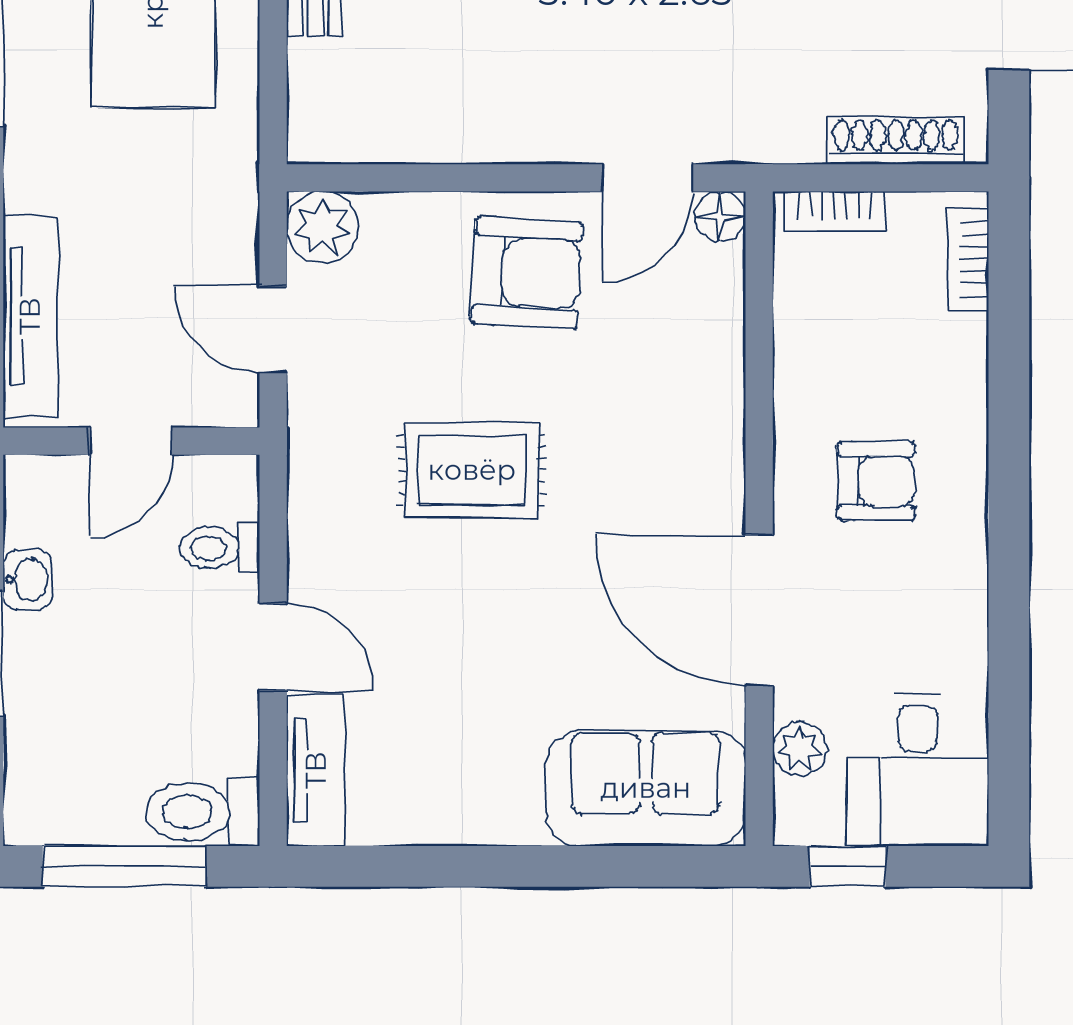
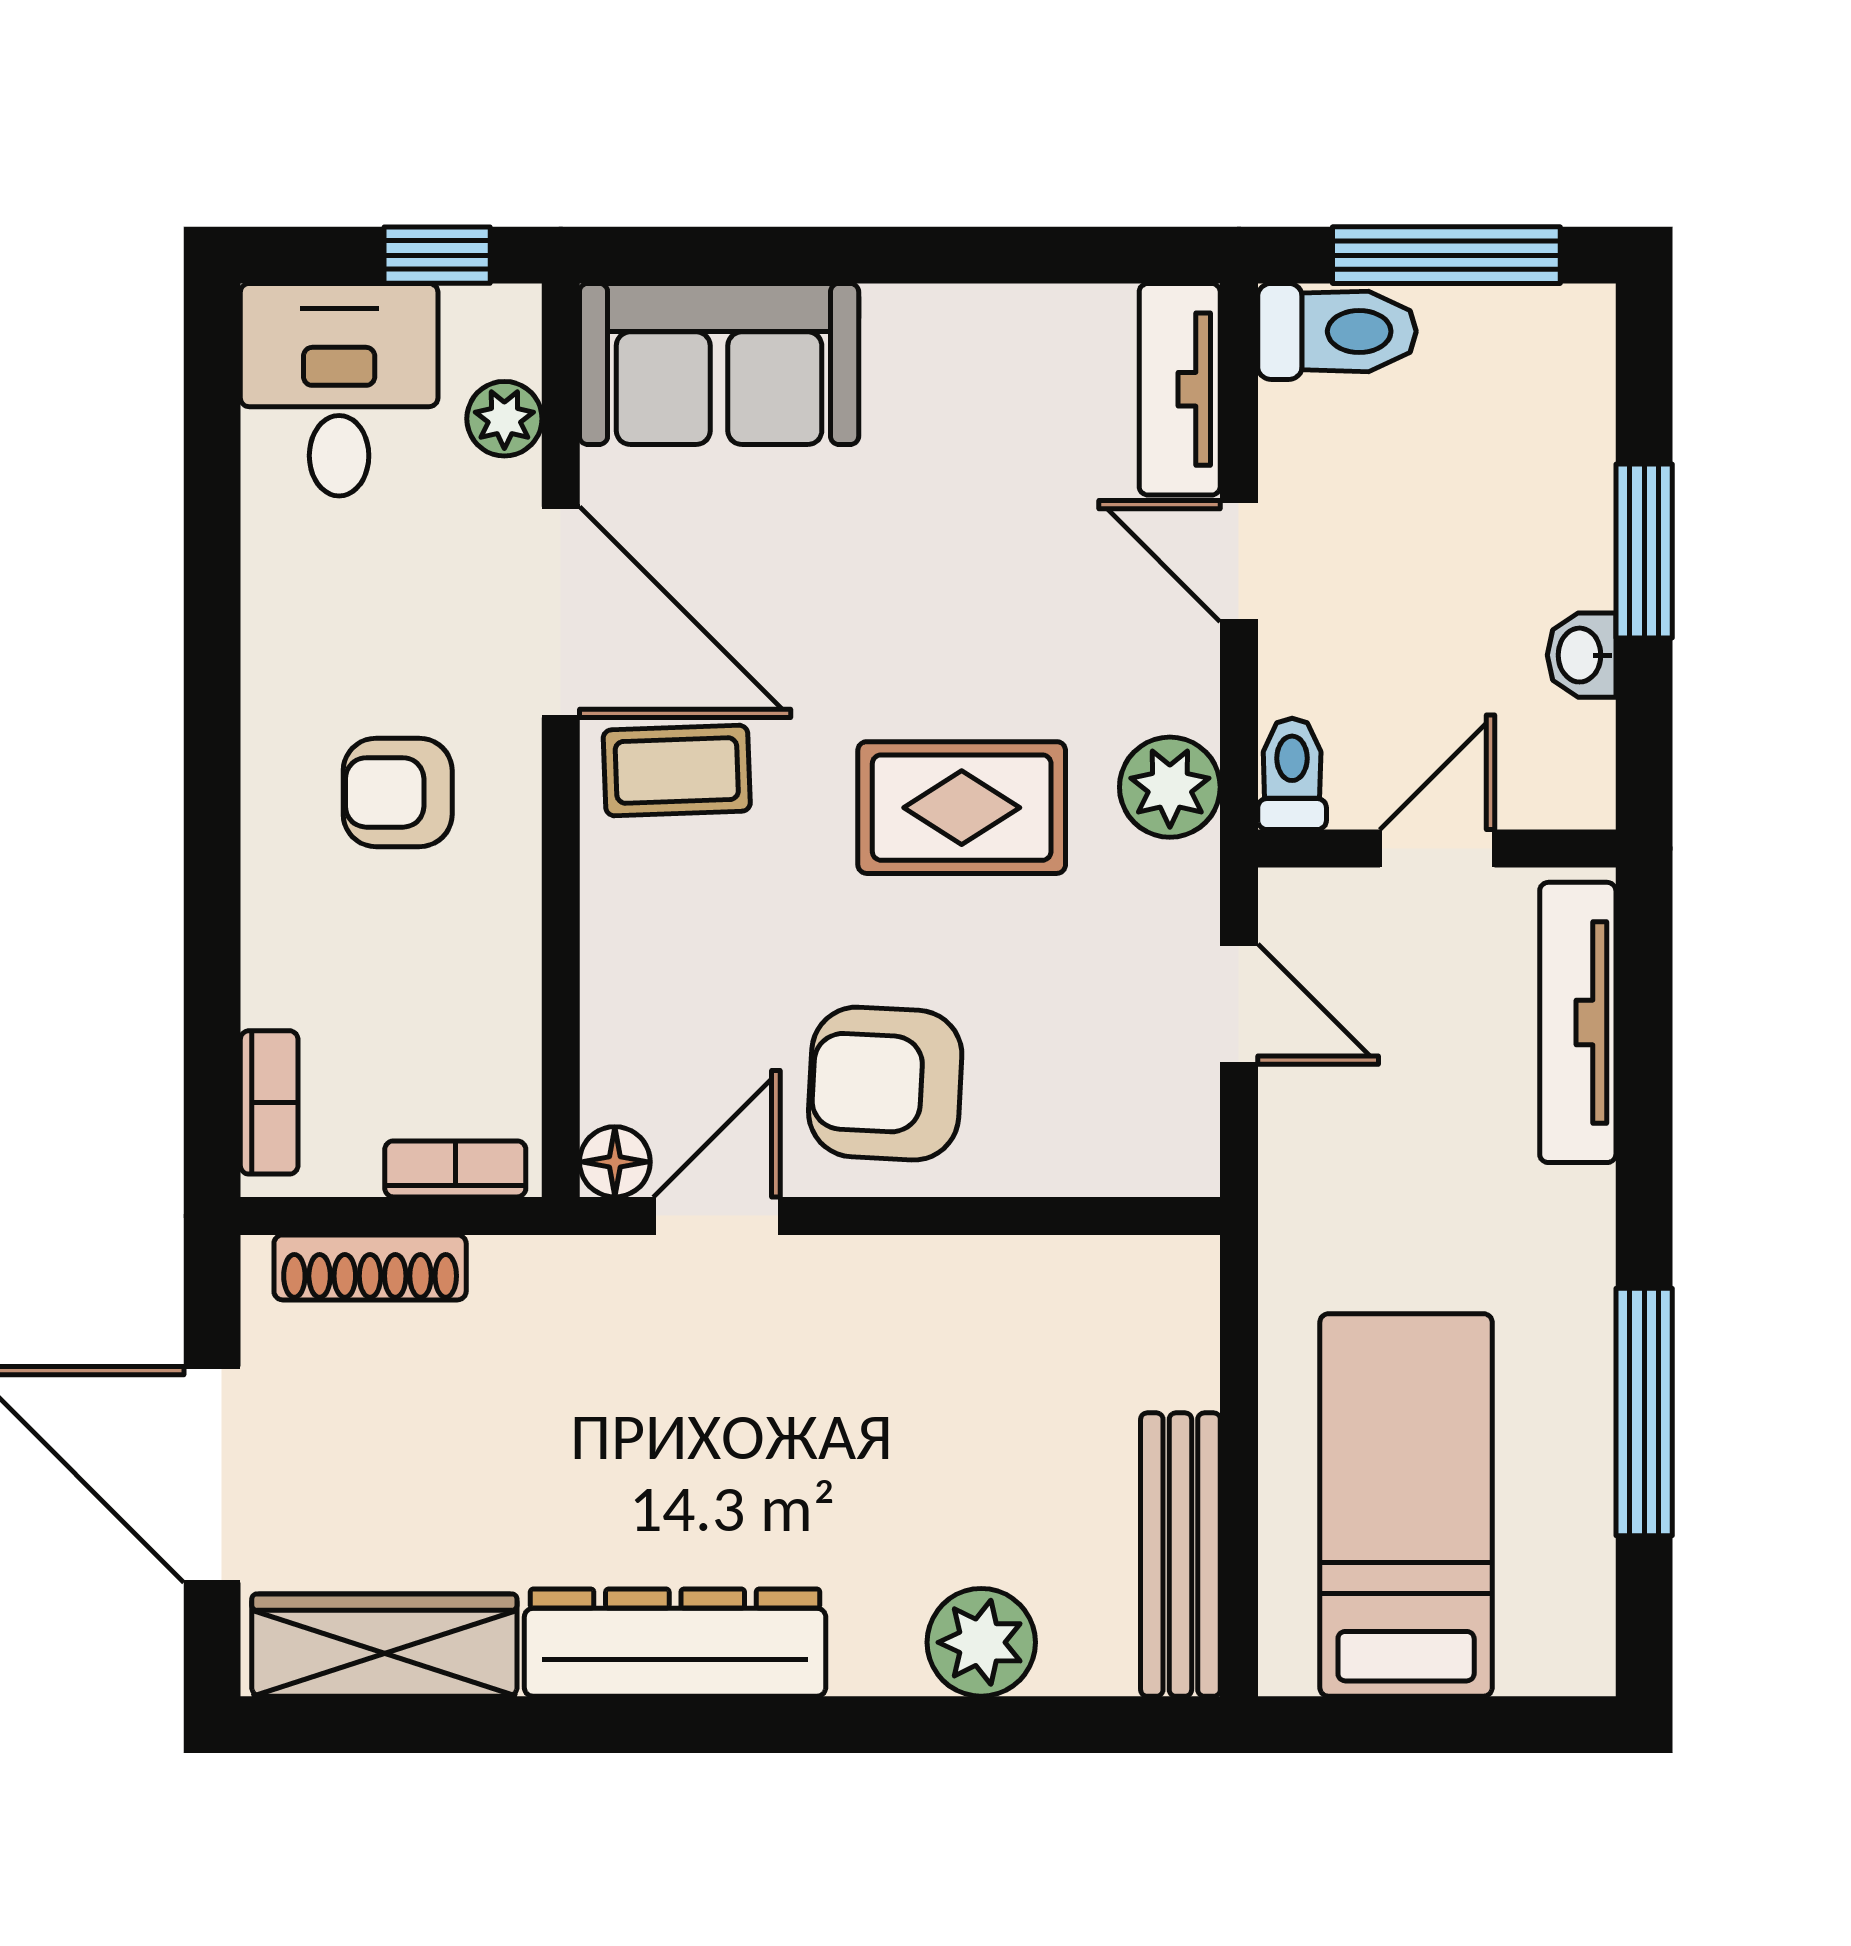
plant: (323, 227) -> (1170, 787), moved
coffee table: (676, 497) -> (677, 770), added
toilet: (220, 548) -> (1292, 774), moved, turned -90

